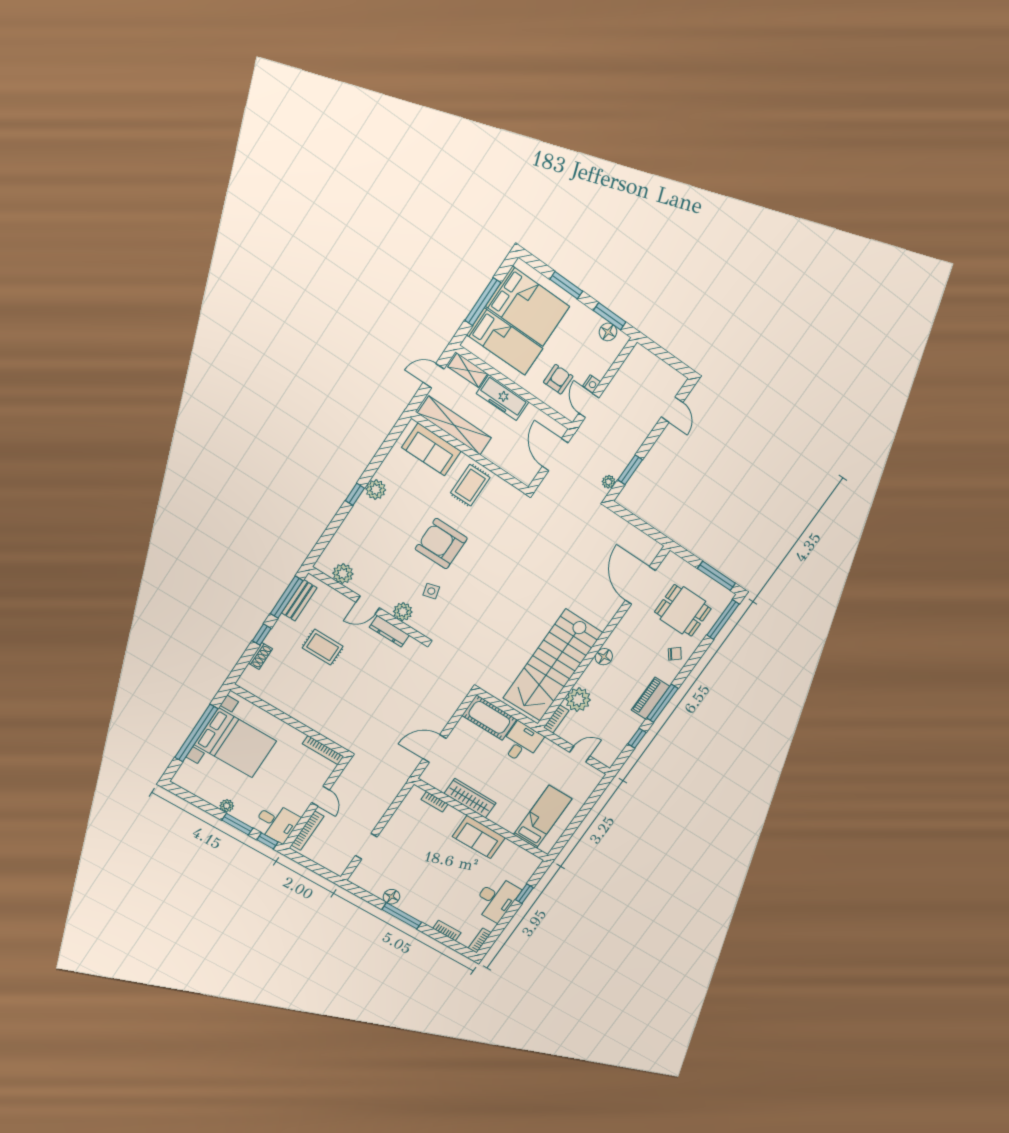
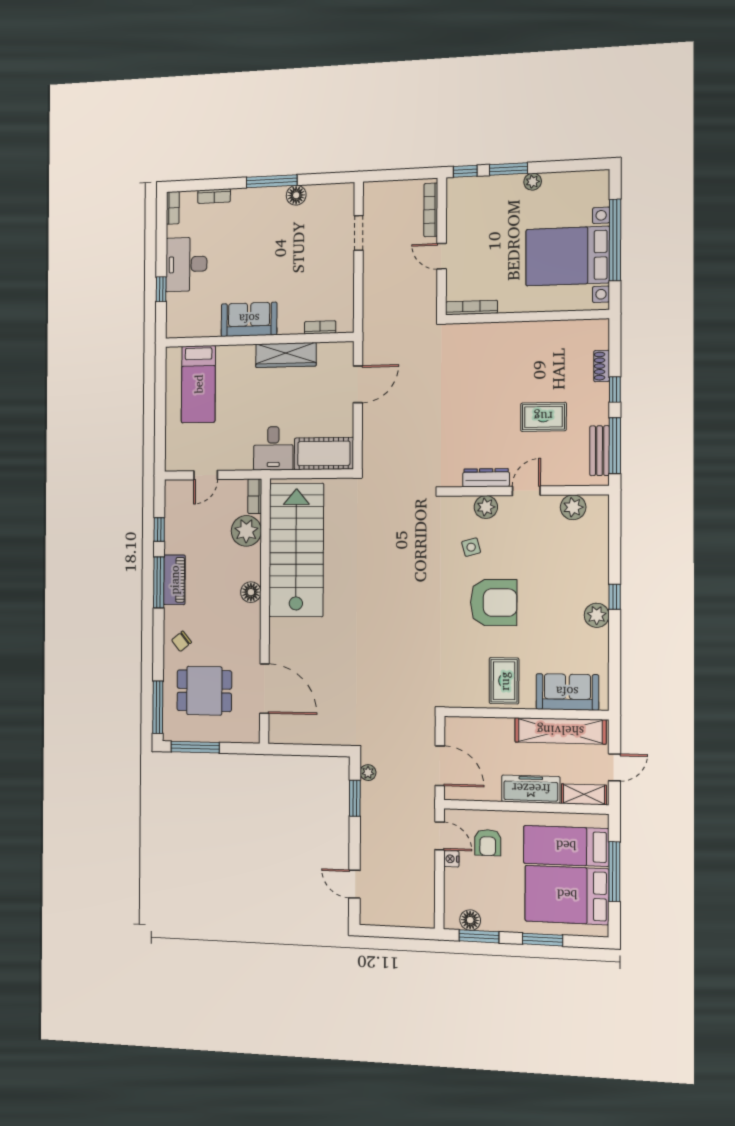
desk: (276, 822) -> (469, 198), removed

